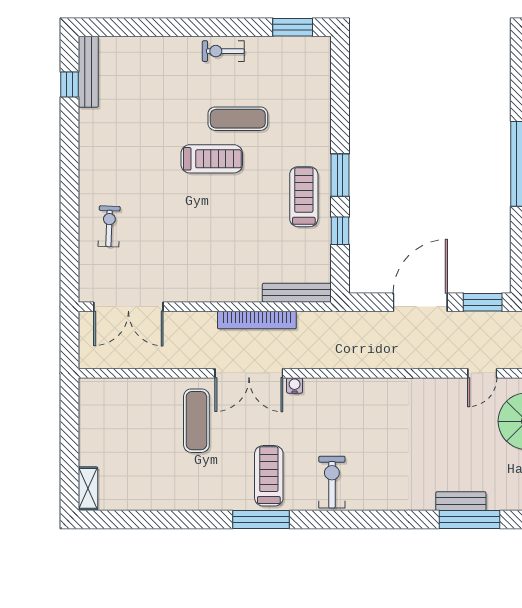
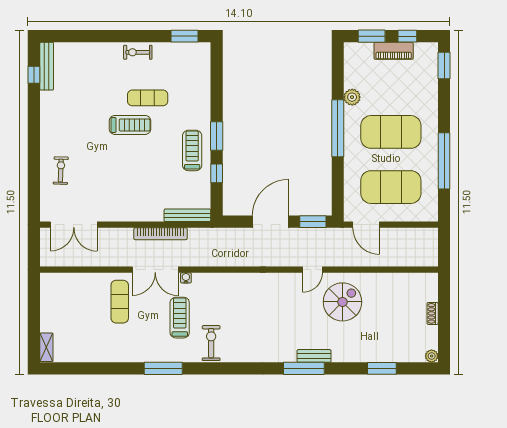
treadmill: (269, 476) -> (180, 318), moved
bench: (461, 501) -> (314, 356), moved

